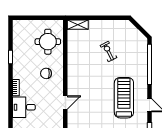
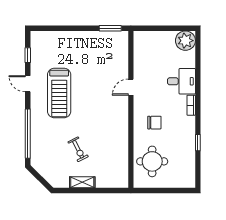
shelving: (78, 25) -> (82, 182), moved

